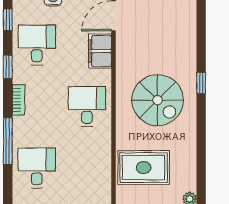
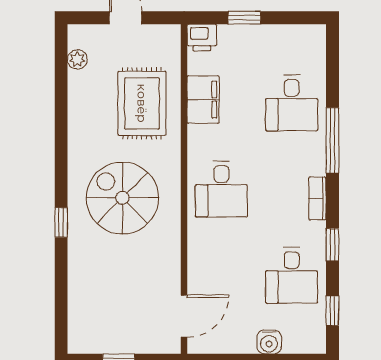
filing cabinet: (100, 51) -> (203, 100), moved
rug: (144, 168) -> (142, 103), turned 90

